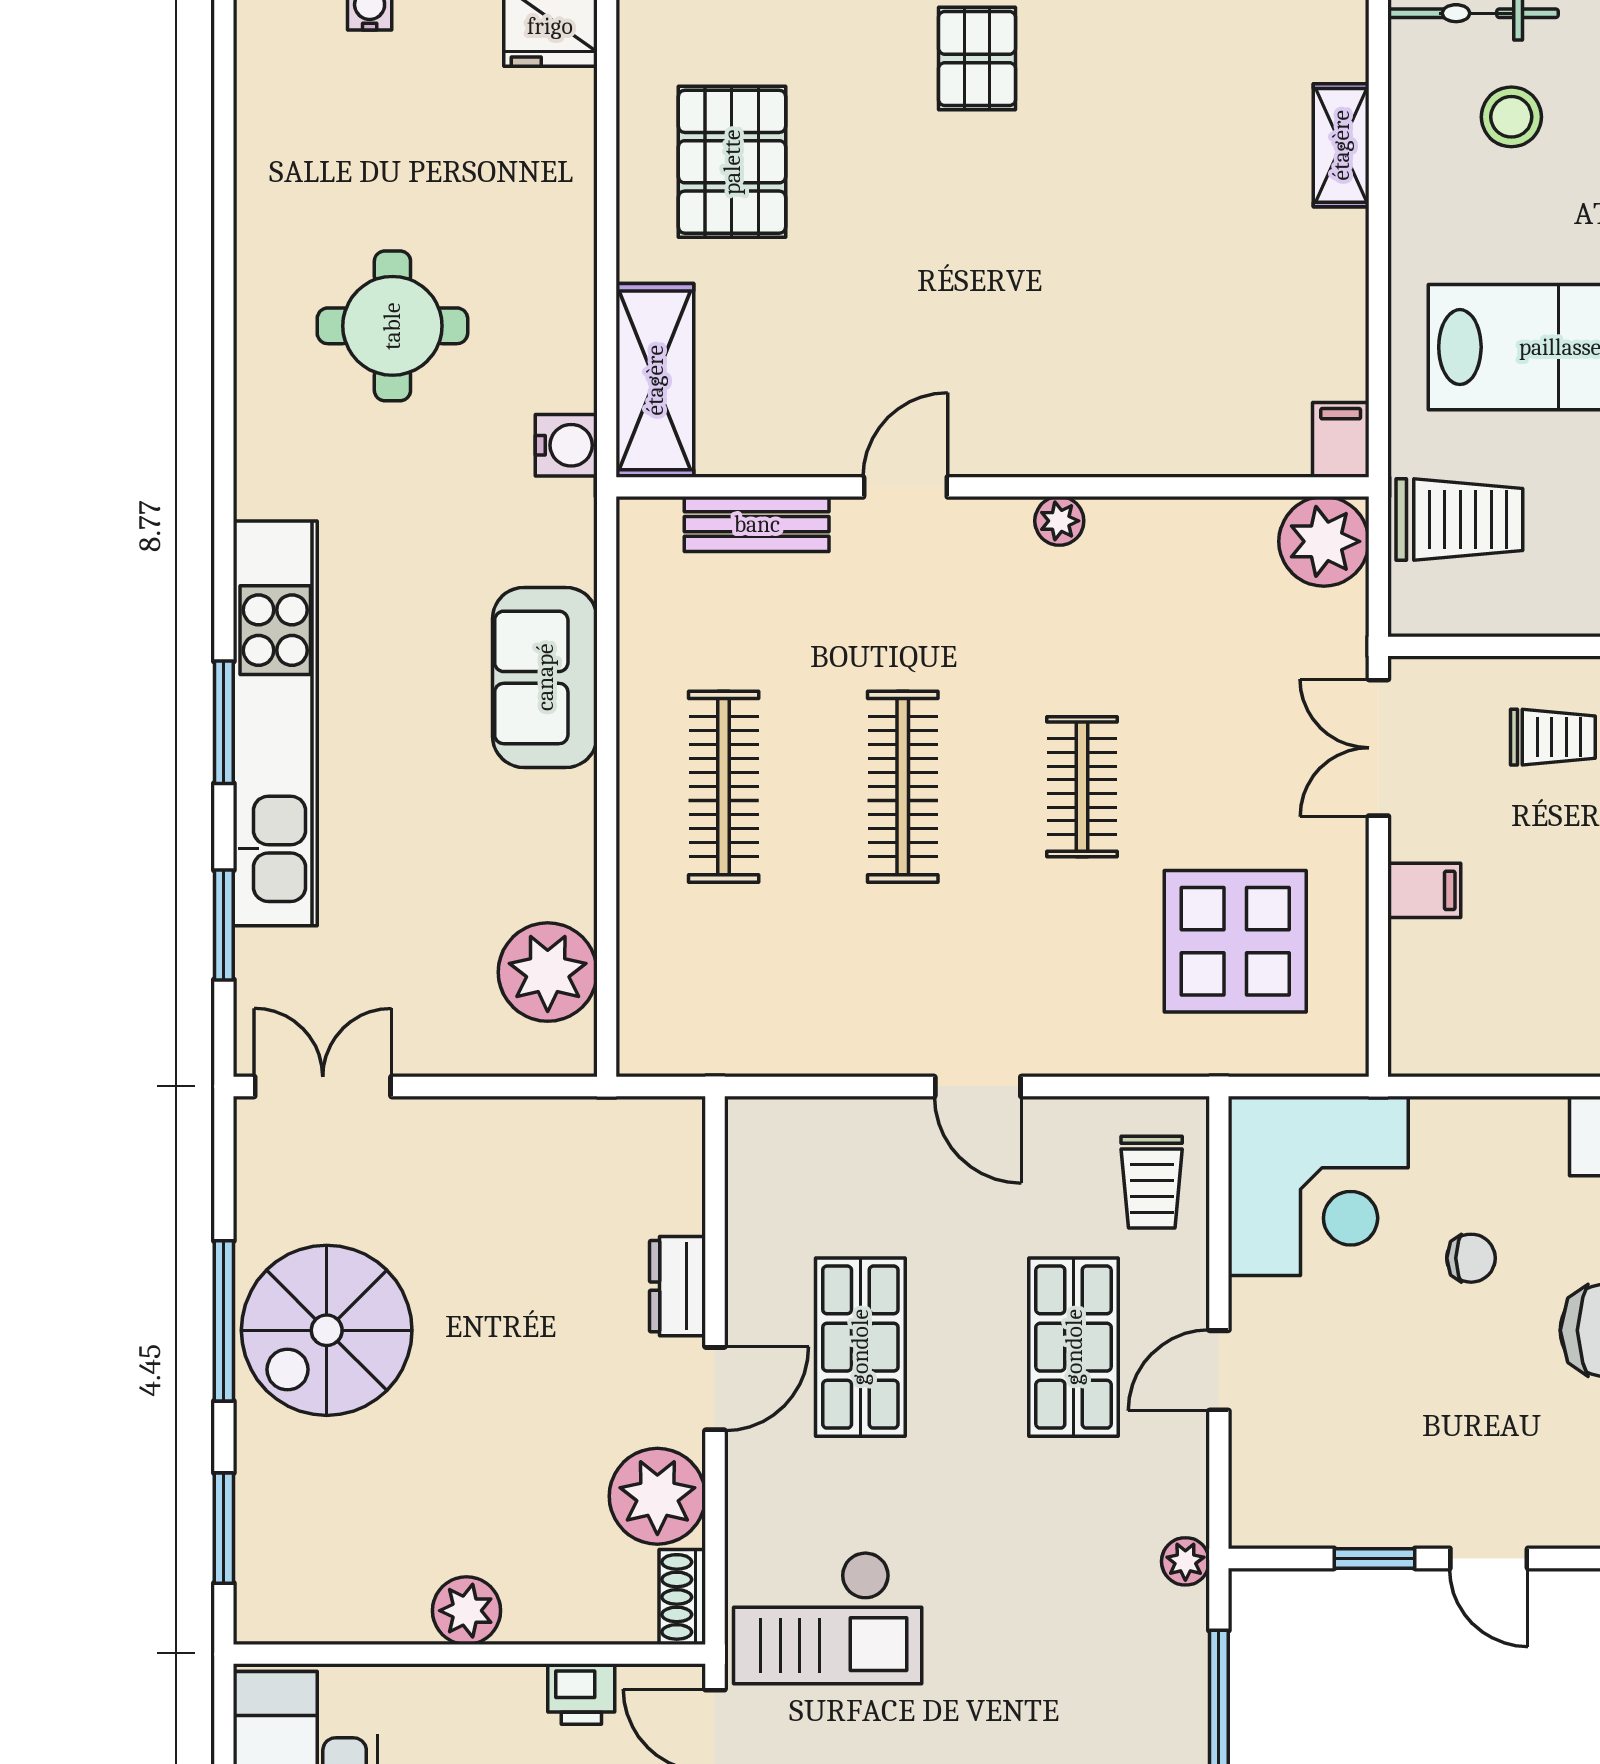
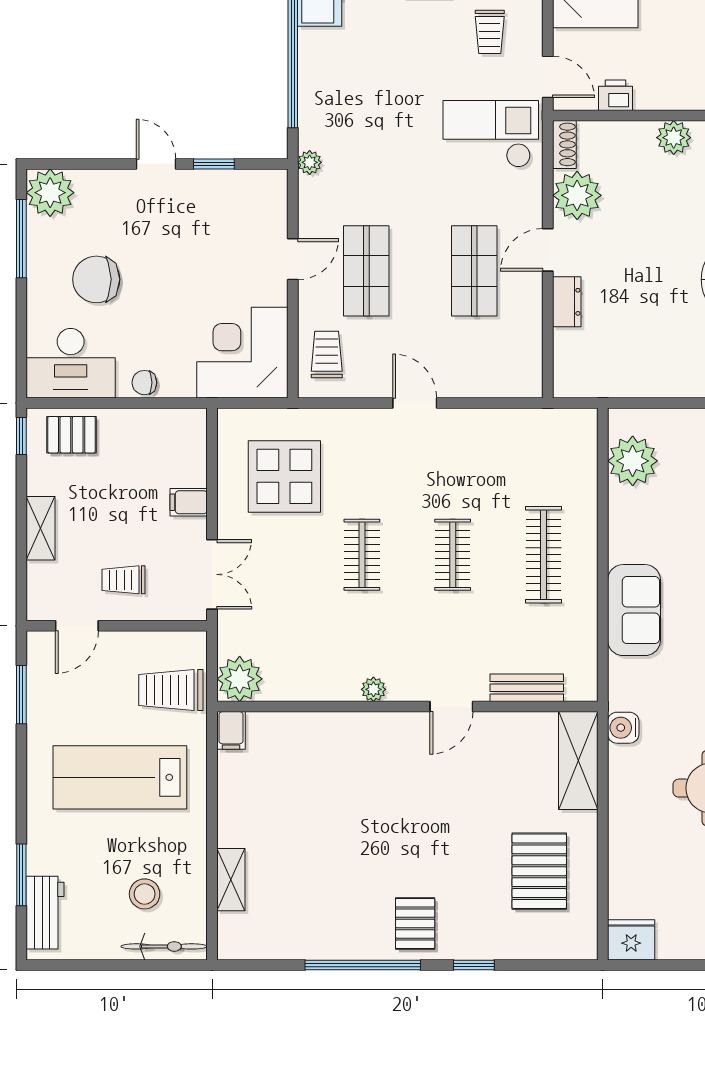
clothes rail: (903, 787) -> (453, 555), width x0.73
chair: (1471, 1258) -> (144, 383), moved

